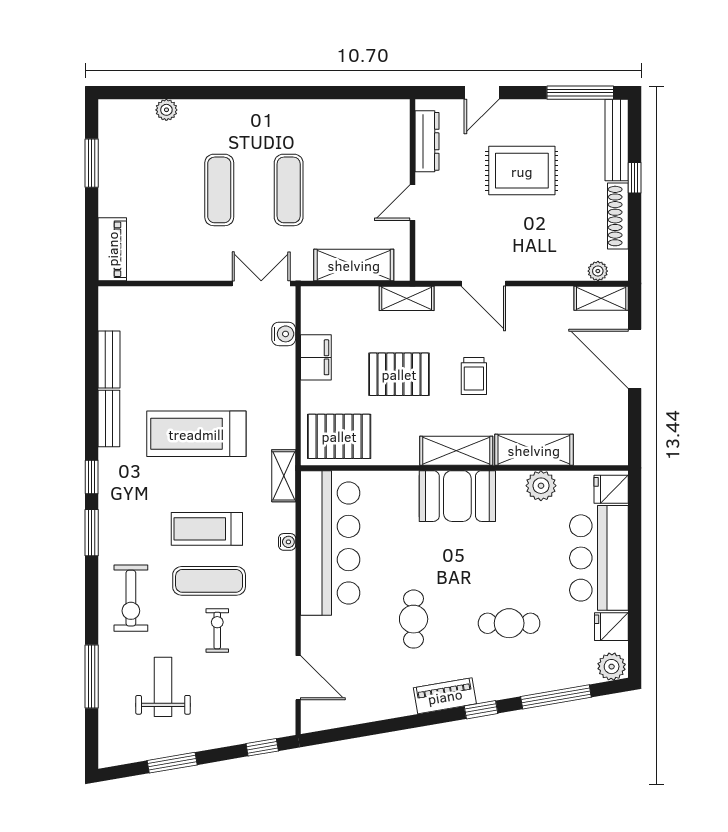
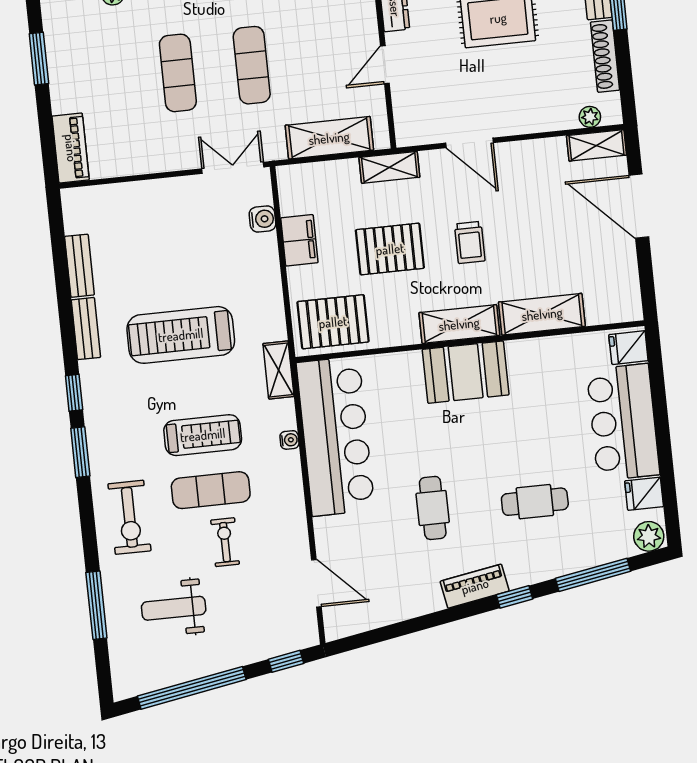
plant: (541, 486) -> (553, 352), removed
treadmill: (207, 529) -> (203, 435), turned 180
weight bench: (163, 687) -> (174, 608), turned -90
window: (172, 763) -> (192, 688), width x2.11

